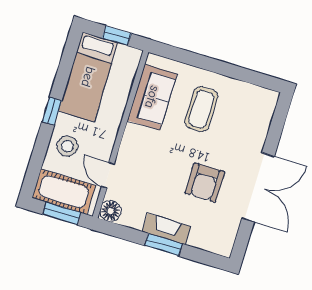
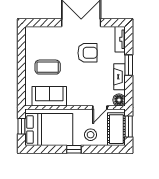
bed: (88, 77) -> (49, 130), width x1.50
fireplace: (166, 229) -> (120, 77), moved
tv unit: (211, 244) -> (120, 39), added

